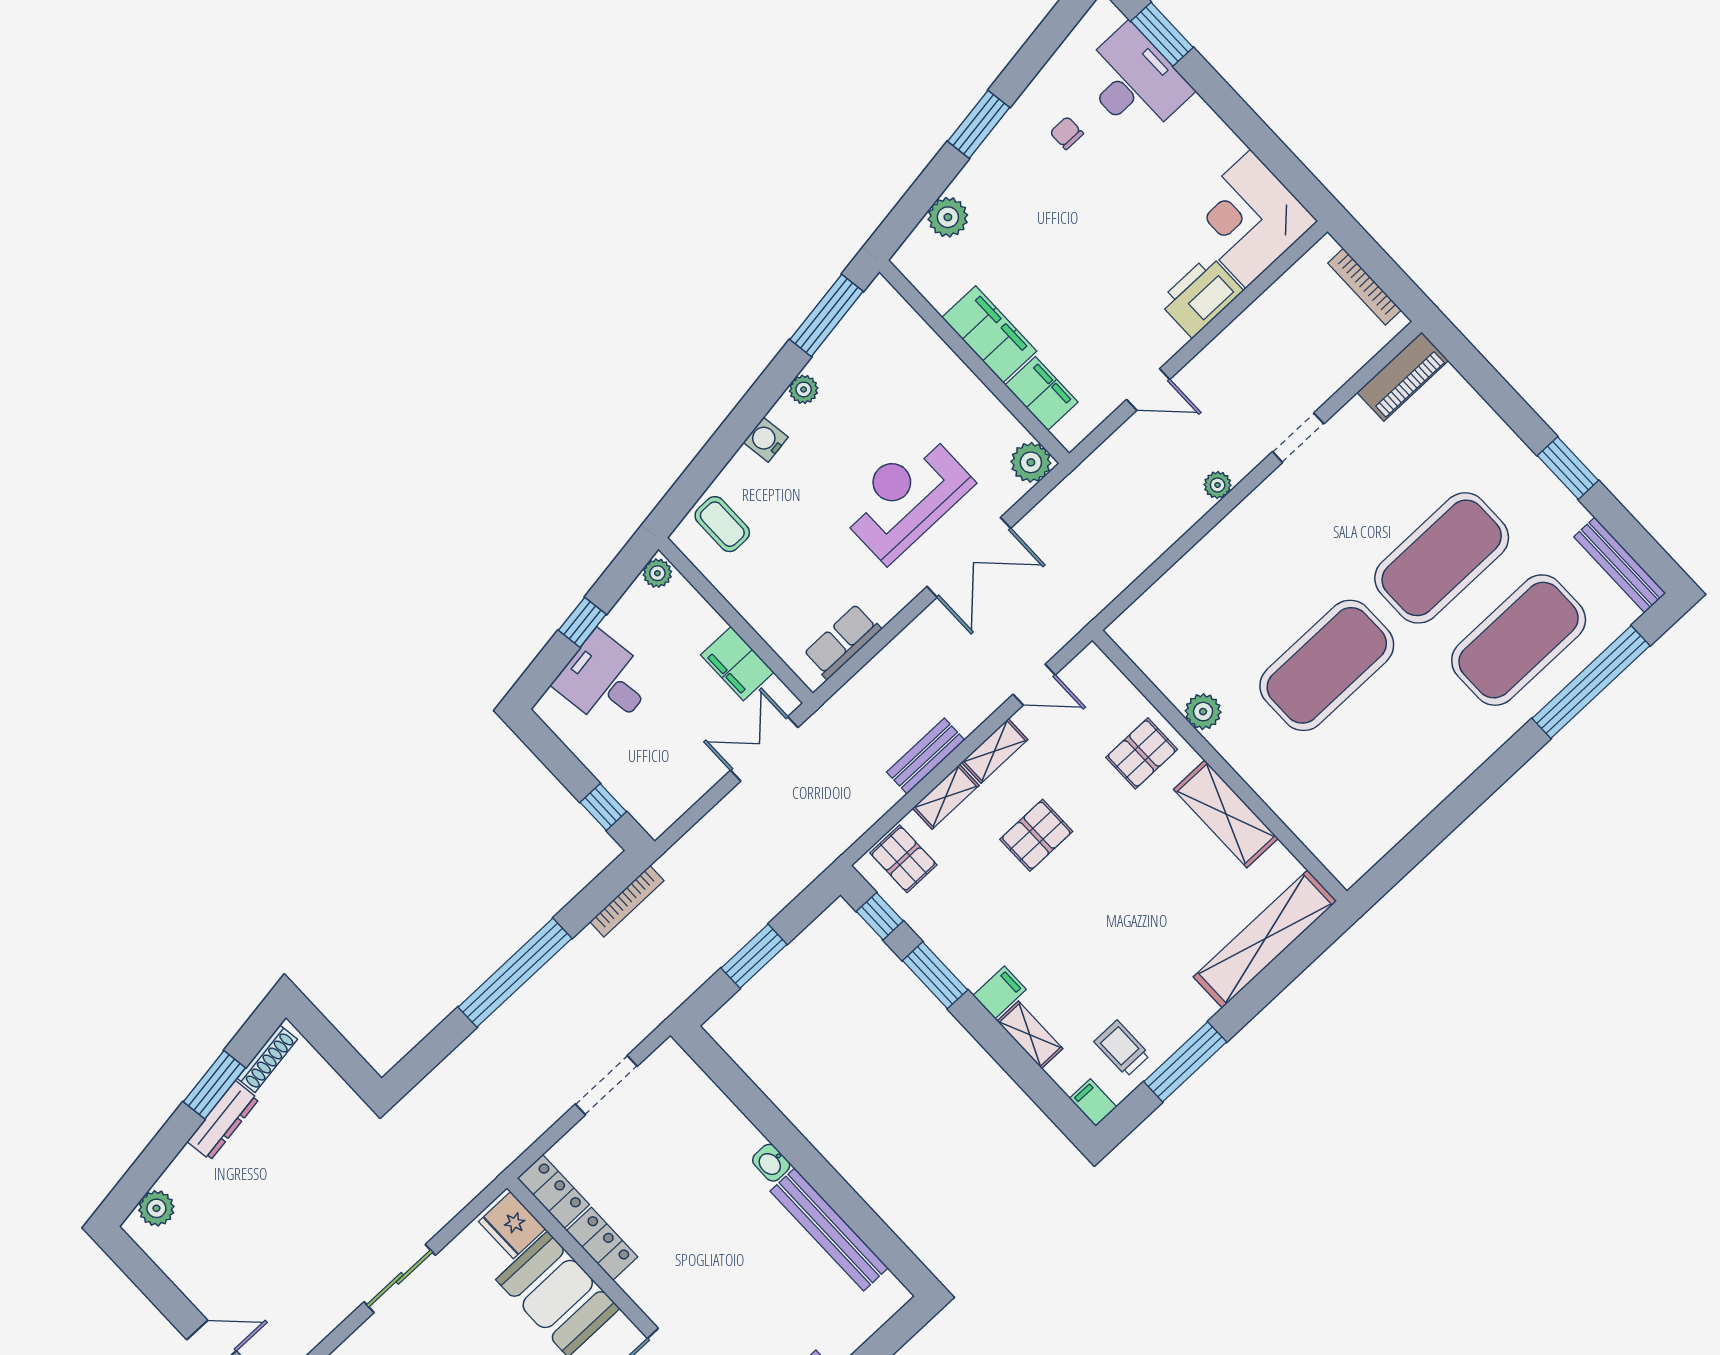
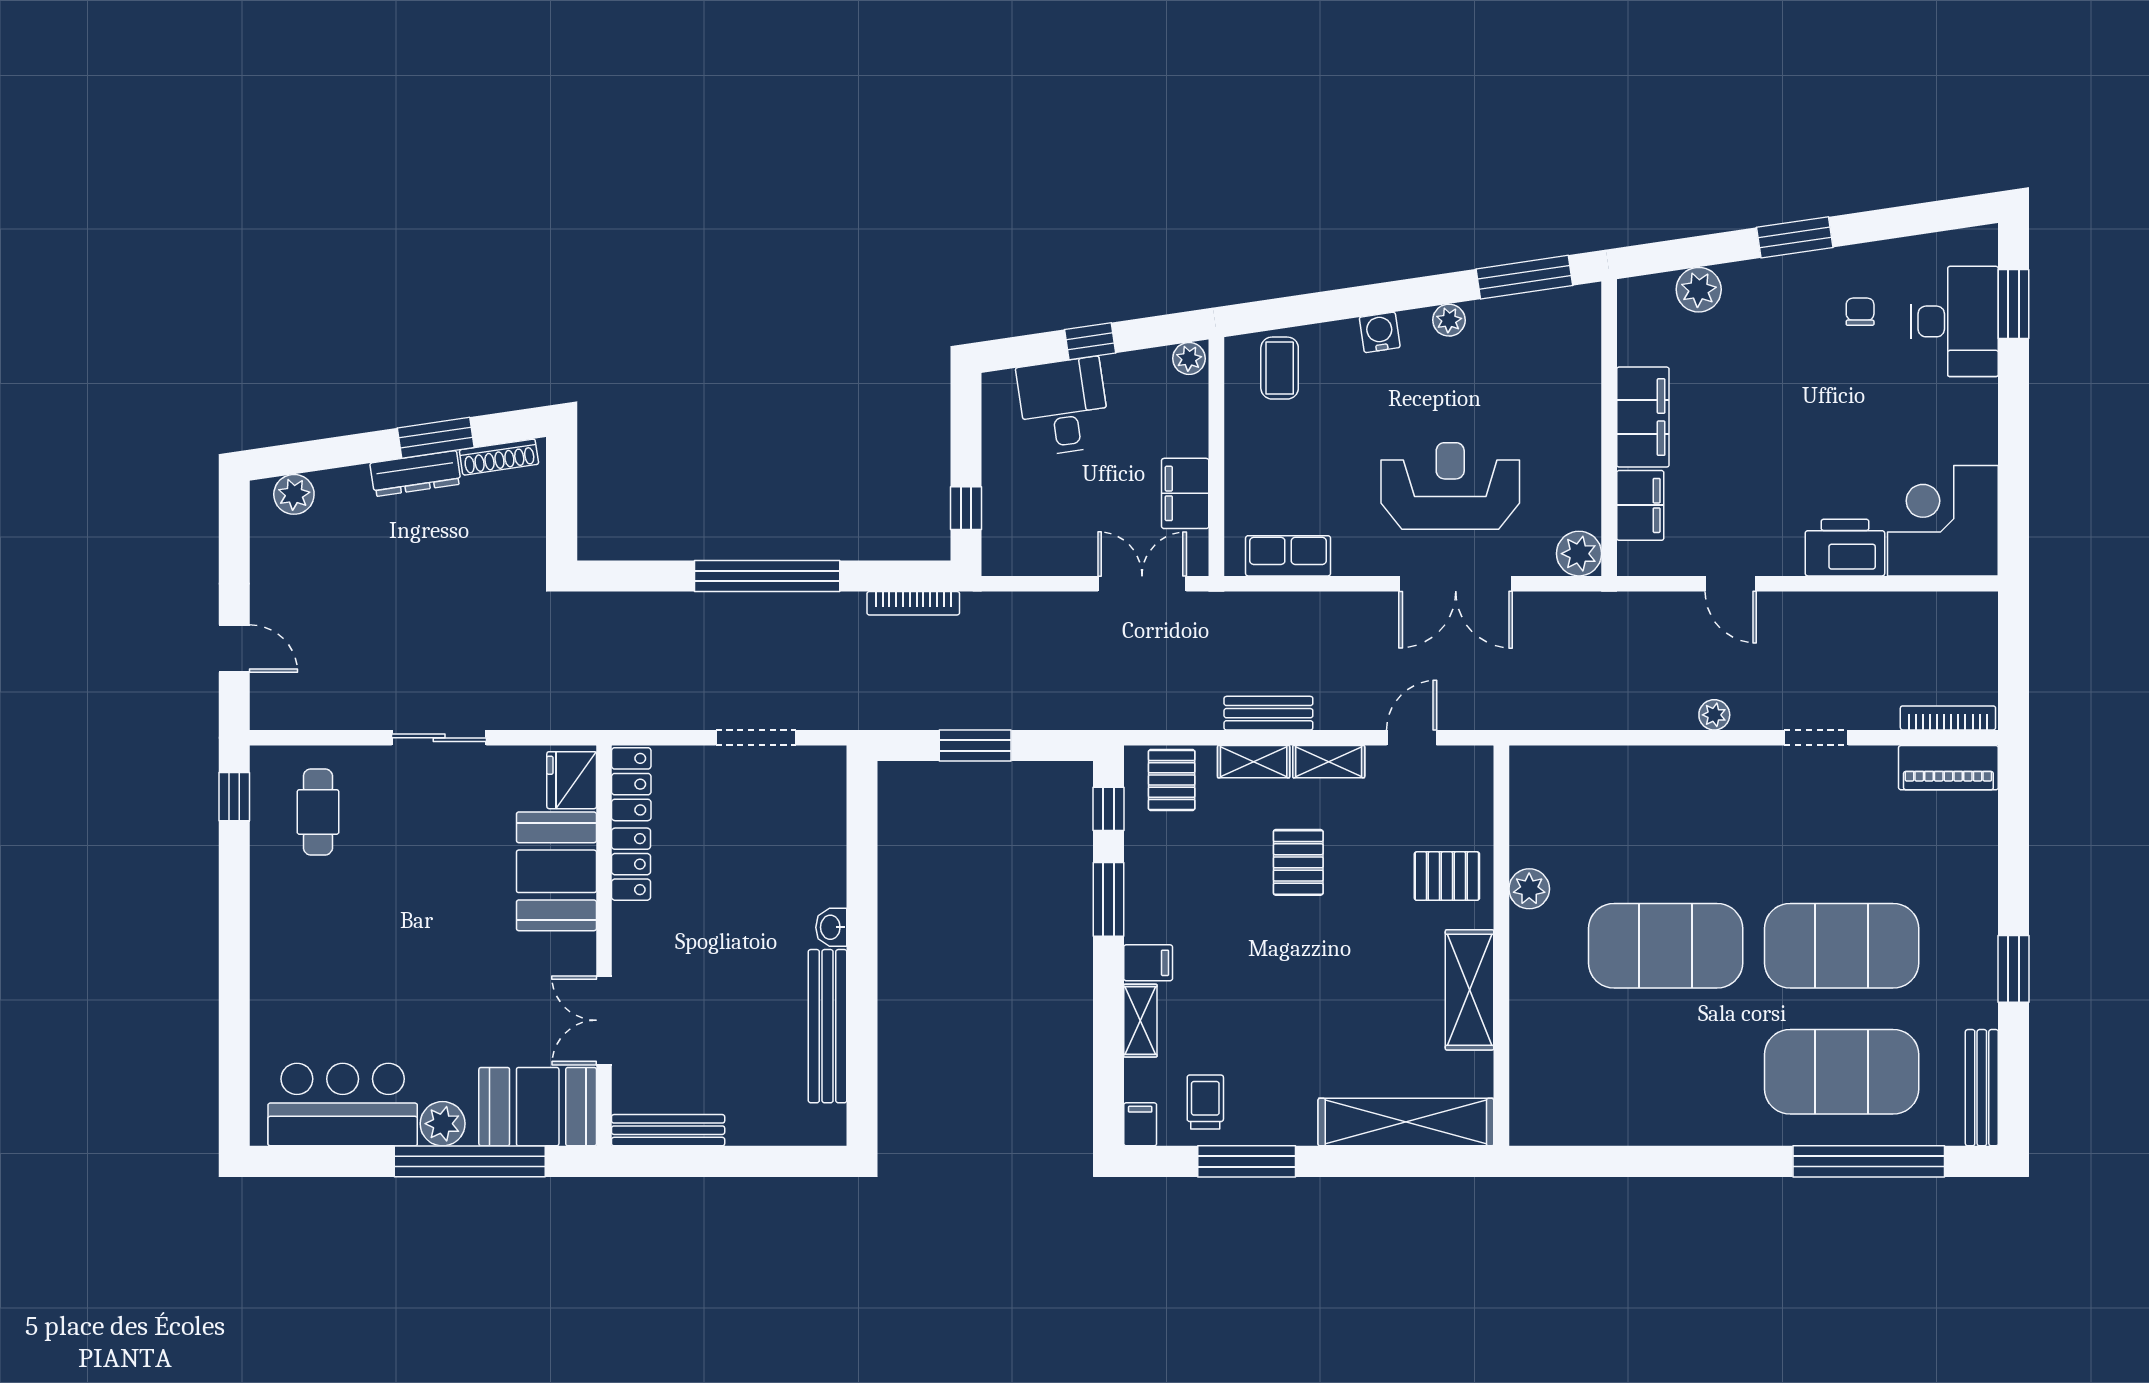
bookcase: (1364, 287) -> (1948, 718), moved, turned 90
door: (1034, 685) -> (1412, 738), swing flipped
pallet: (1036, 835) -> (1298, 862), turned 90

